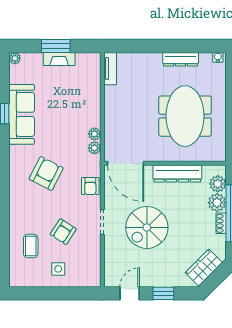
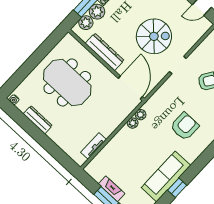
tv unit: (110, 69) -> (93, 146), moved
meeting table: (185, 116) -> (67, 83), turned 90
armchair: (46, 174) -> (185, 126), turned 153
armchair: (90, 186) -> (165, 94), removed

